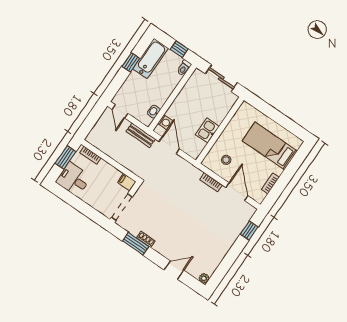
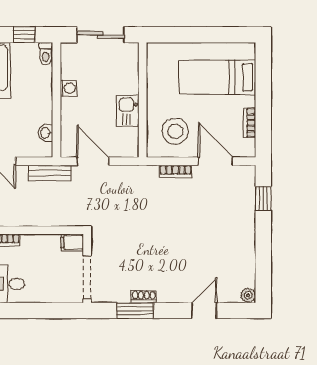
washing machine: (165, 122) -> (68, 88), moved
stool: (226, 160) -> (175, 131), width x1.89, depth x1.89

